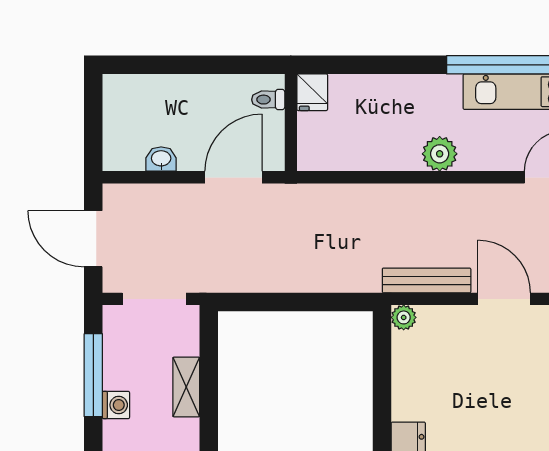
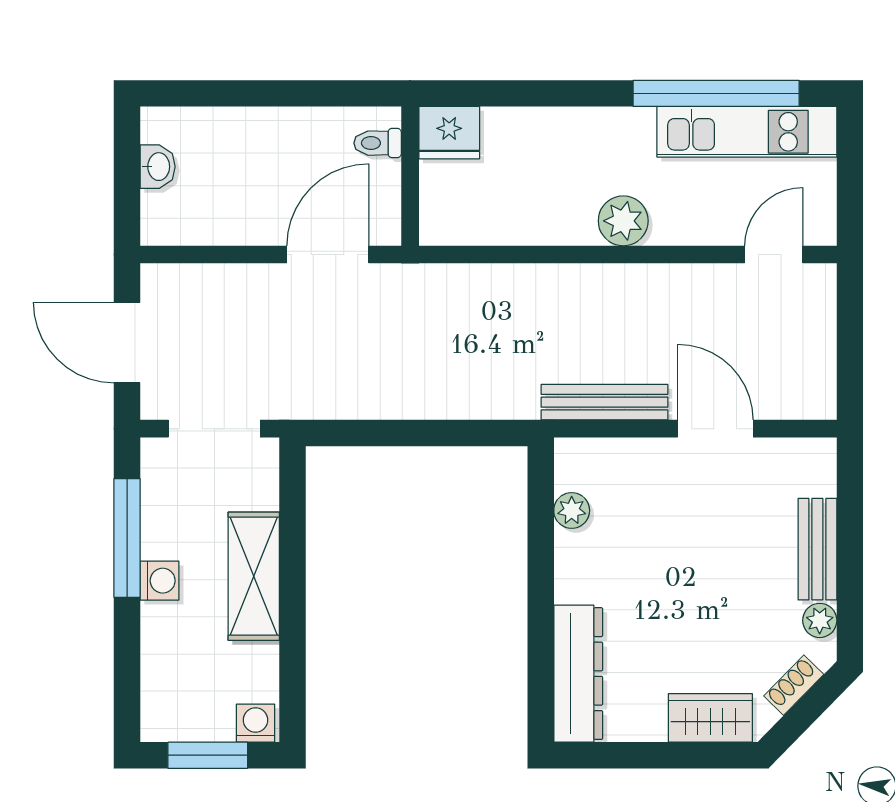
fridge: (312, 92) -> (449, 133), width x1.38
washbasin: (161, 159) -> (158, 167), moved, turned 90
plant: (404, 317) -> (572, 510), moved
shelving: (186, 387) -> (254, 576), width x1.50, depth x1.33

